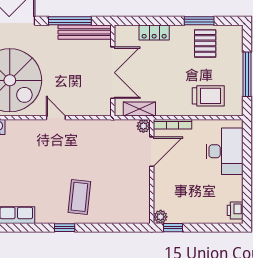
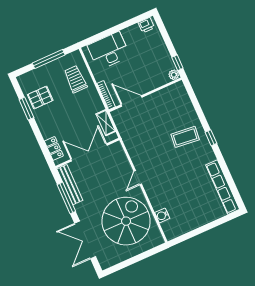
locker: (154, 32) -> (54, 148), moved
plant: (143, 126) -> (116, 115), removed

